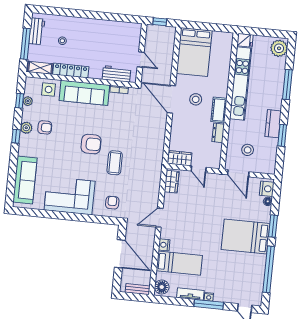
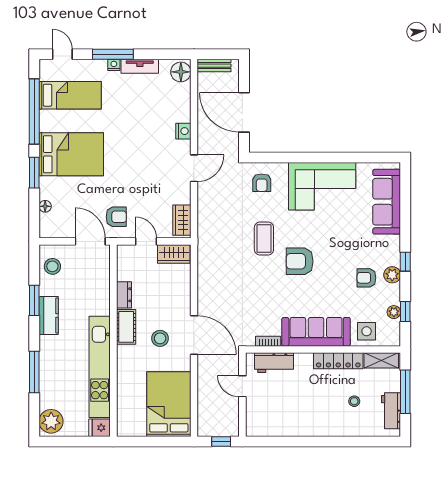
stool: (248, 150) -> (52, 266), moved
armchair: (218, 189) -> (116, 217), added
nightstand: (267, 189) -> (48, 224), removed
bed: (179, 263) -> (70, 95), moved, turned 180

